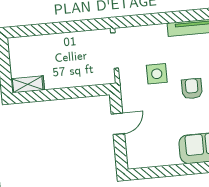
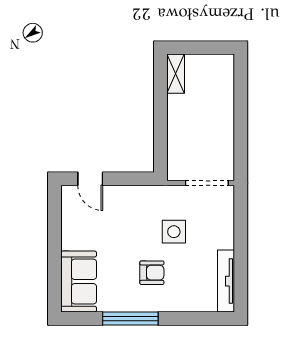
door: (118, 124) -> (90, 179), moved

